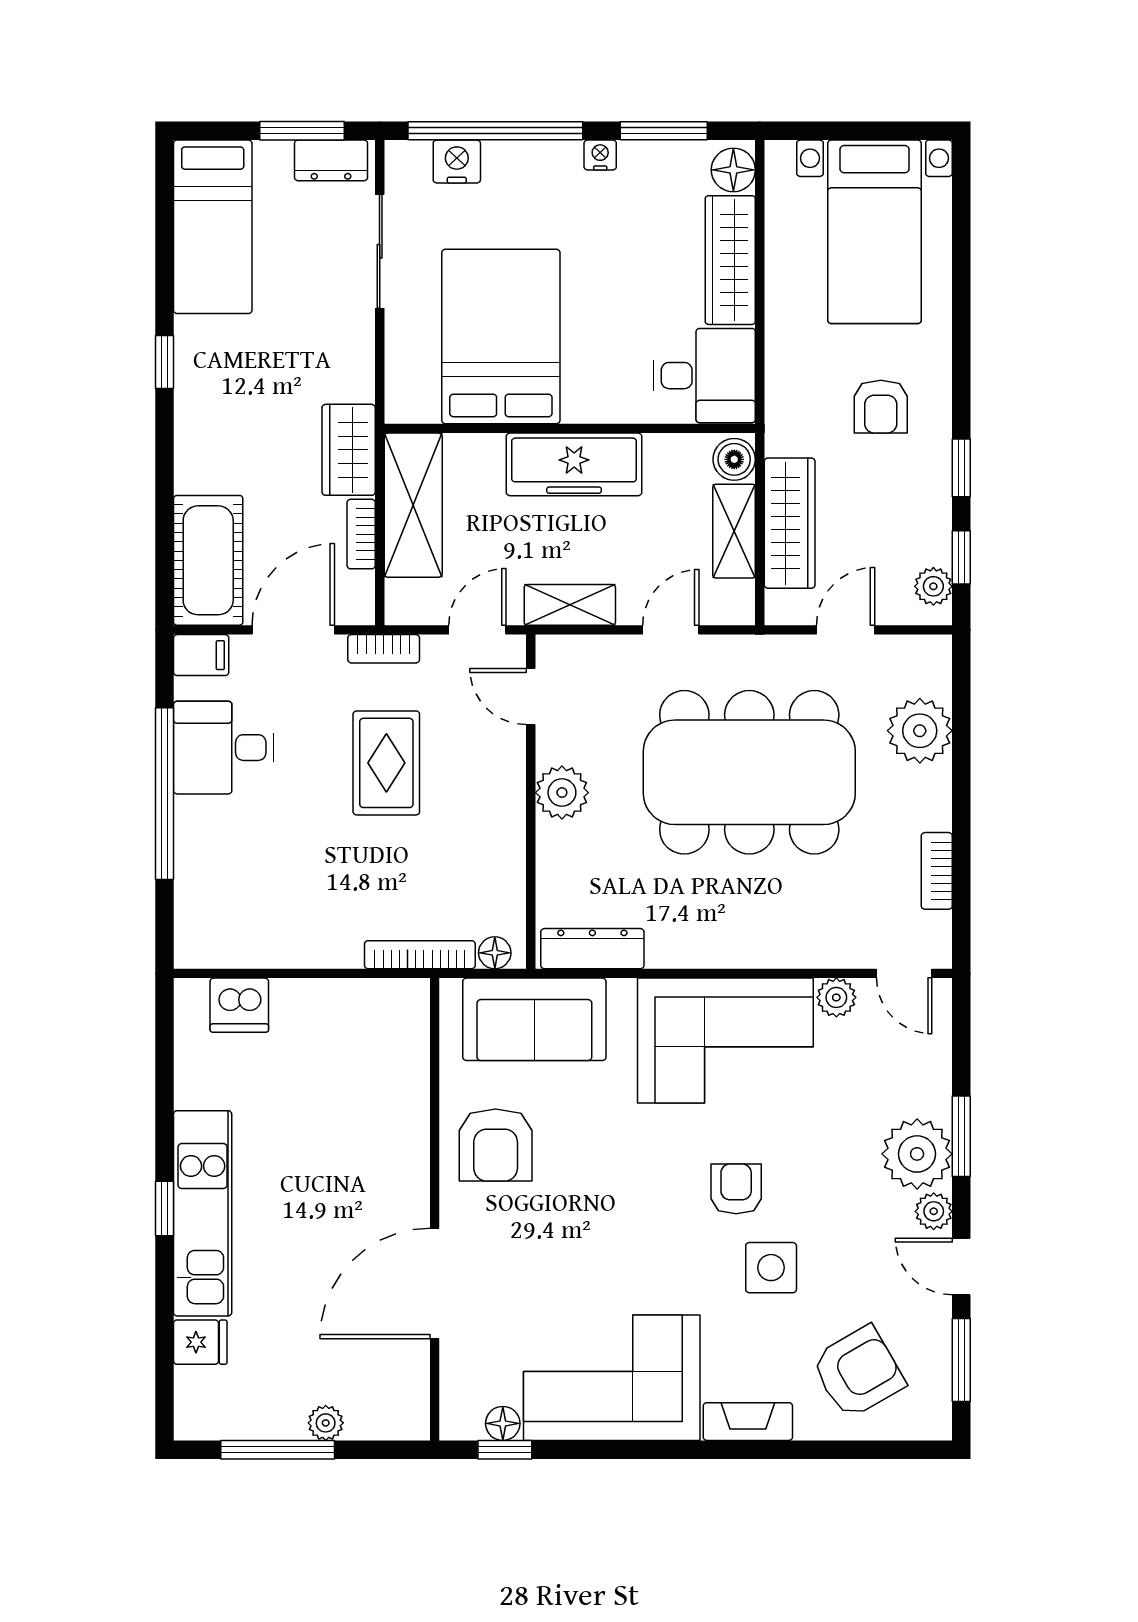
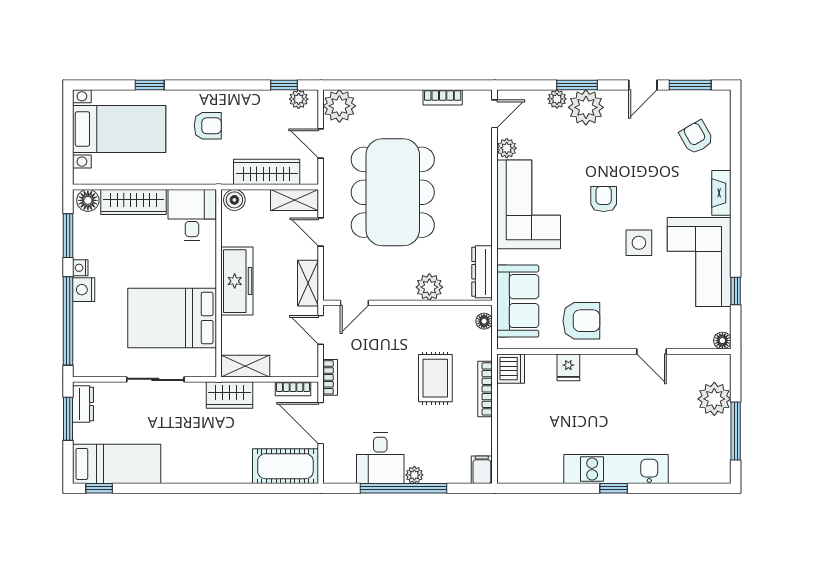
nightstand: (457, 161) -> (84, 290), moved
sliding door: (380, 251) -> (155, 379), moved
window: (164, 362) -> (99, 488), moved
window: (961, 468) -> (150, 85), moved
shelving: (413, 505) -> (245, 366), width x0.67, depth x0.75
shelving: (734, 531) -> (295, 200), moved
bookcase: (361, 534) -> (293, 389), moved
filing cabinet: (201, 655) -> (482, 470), moved
plant: (920, 731) -> (339, 106), moved
rug: (386, 763) -> (435, 378), moved, turned 90
plant: (562, 793) -> (429, 287), moved
plant: (191, 815) -> (414, 475), added
bookcase: (420, 955) -> (485, 389), moved
dishwasher: (239, 1005) -> (511, 369), moved
armchair: (736, 1189) -> (604, 199), turned 90
plant: (934, 1211) -> (557, 99), moved
side table: (771, 1268) -> (639, 243), moved
door: (435, 1283) -> (652, 352), width x0.53
fridge: (200, 1342) -> (568, 367), moved, turned 180
armchair: (858, 1372) -> (696, 137), width x0.72, depth x0.72
plant: (326, 1423) -> (714, 399), width x1.88, depth x1.88
floor lamp: (503, 1423) -> (722, 341), moved
window: (505, 1450) -> (736, 291), moved

